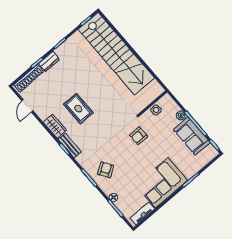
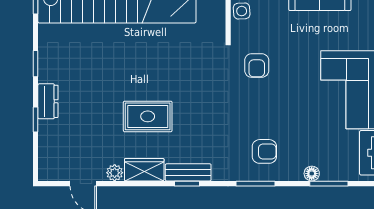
shoe rack: (29, 78) -> (47, 149), removed
plant: (43, 115) -> (115, 173), added
armchair: (106, 170) -> (264, 151), turned 123

